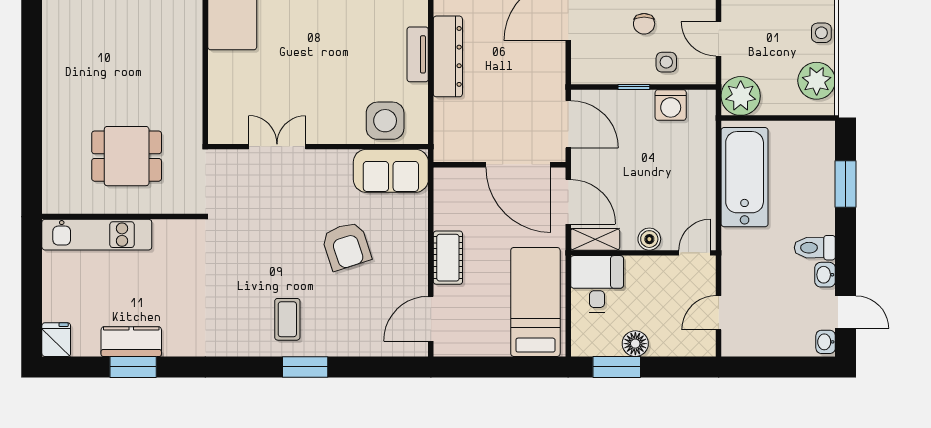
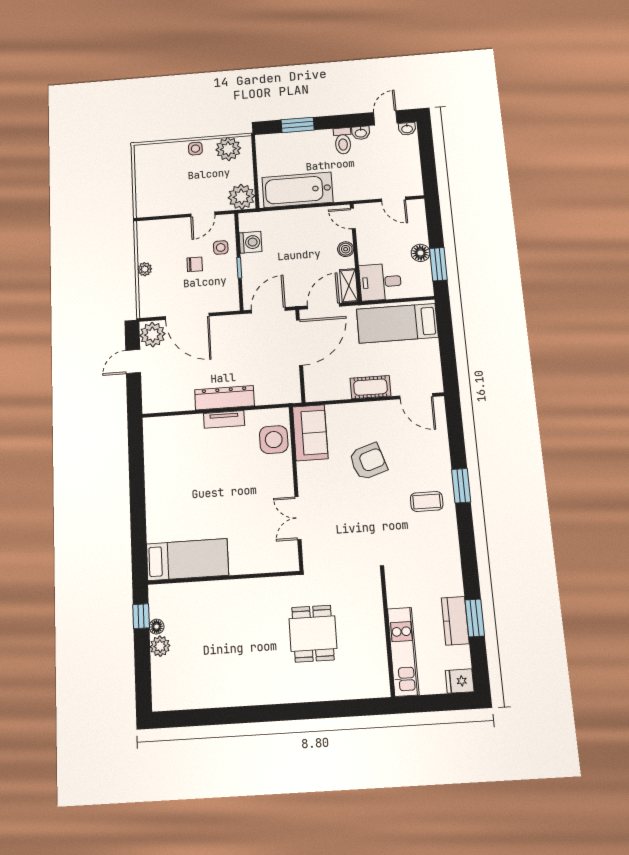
wall: (122, 217) -> (387, 632), moved
kitchen unit: (97, 235) -> (403, 652), moved

